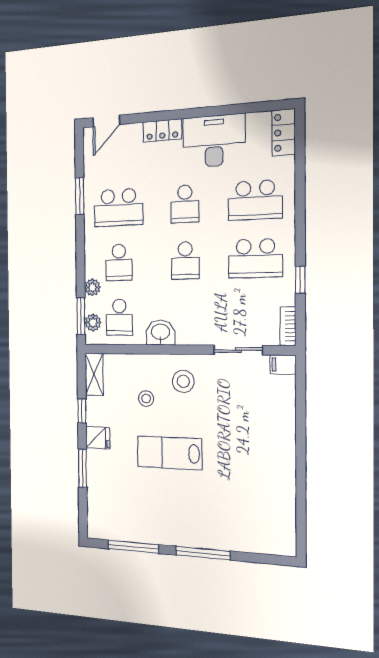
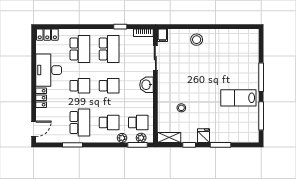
door: (106, 121) -> (34, 129), hinge flipped
washbasin: (160, 333) -> (146, 85), moved
stool: (183, 381) -> (197, 40), moved
lab bench: (170, 453) -> (238, 98), moved, turned 90

